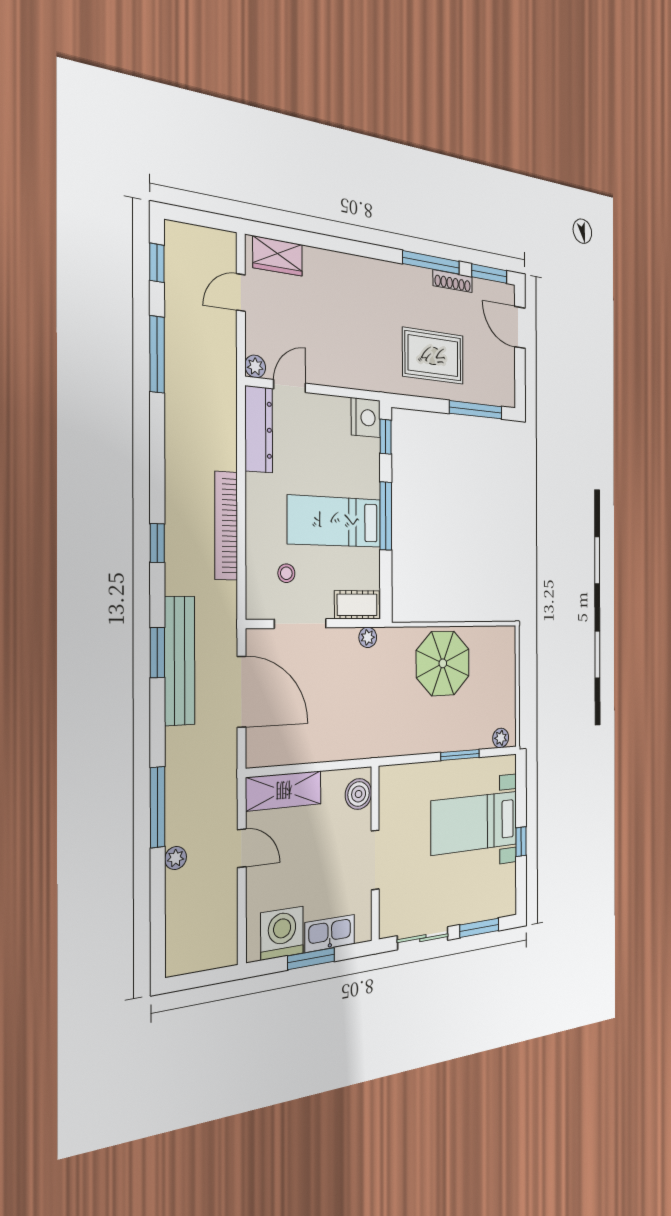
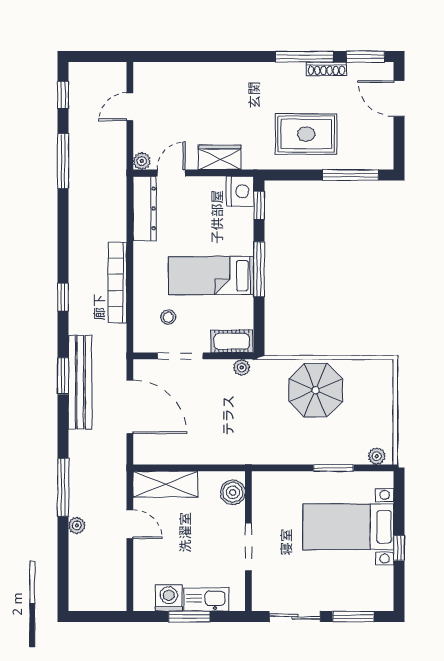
wardrobe: (278, 256) -> (220, 157), moved, turned 180
washing machine: (282, 933) -> (169, 598), width x0.73, depth x0.73

